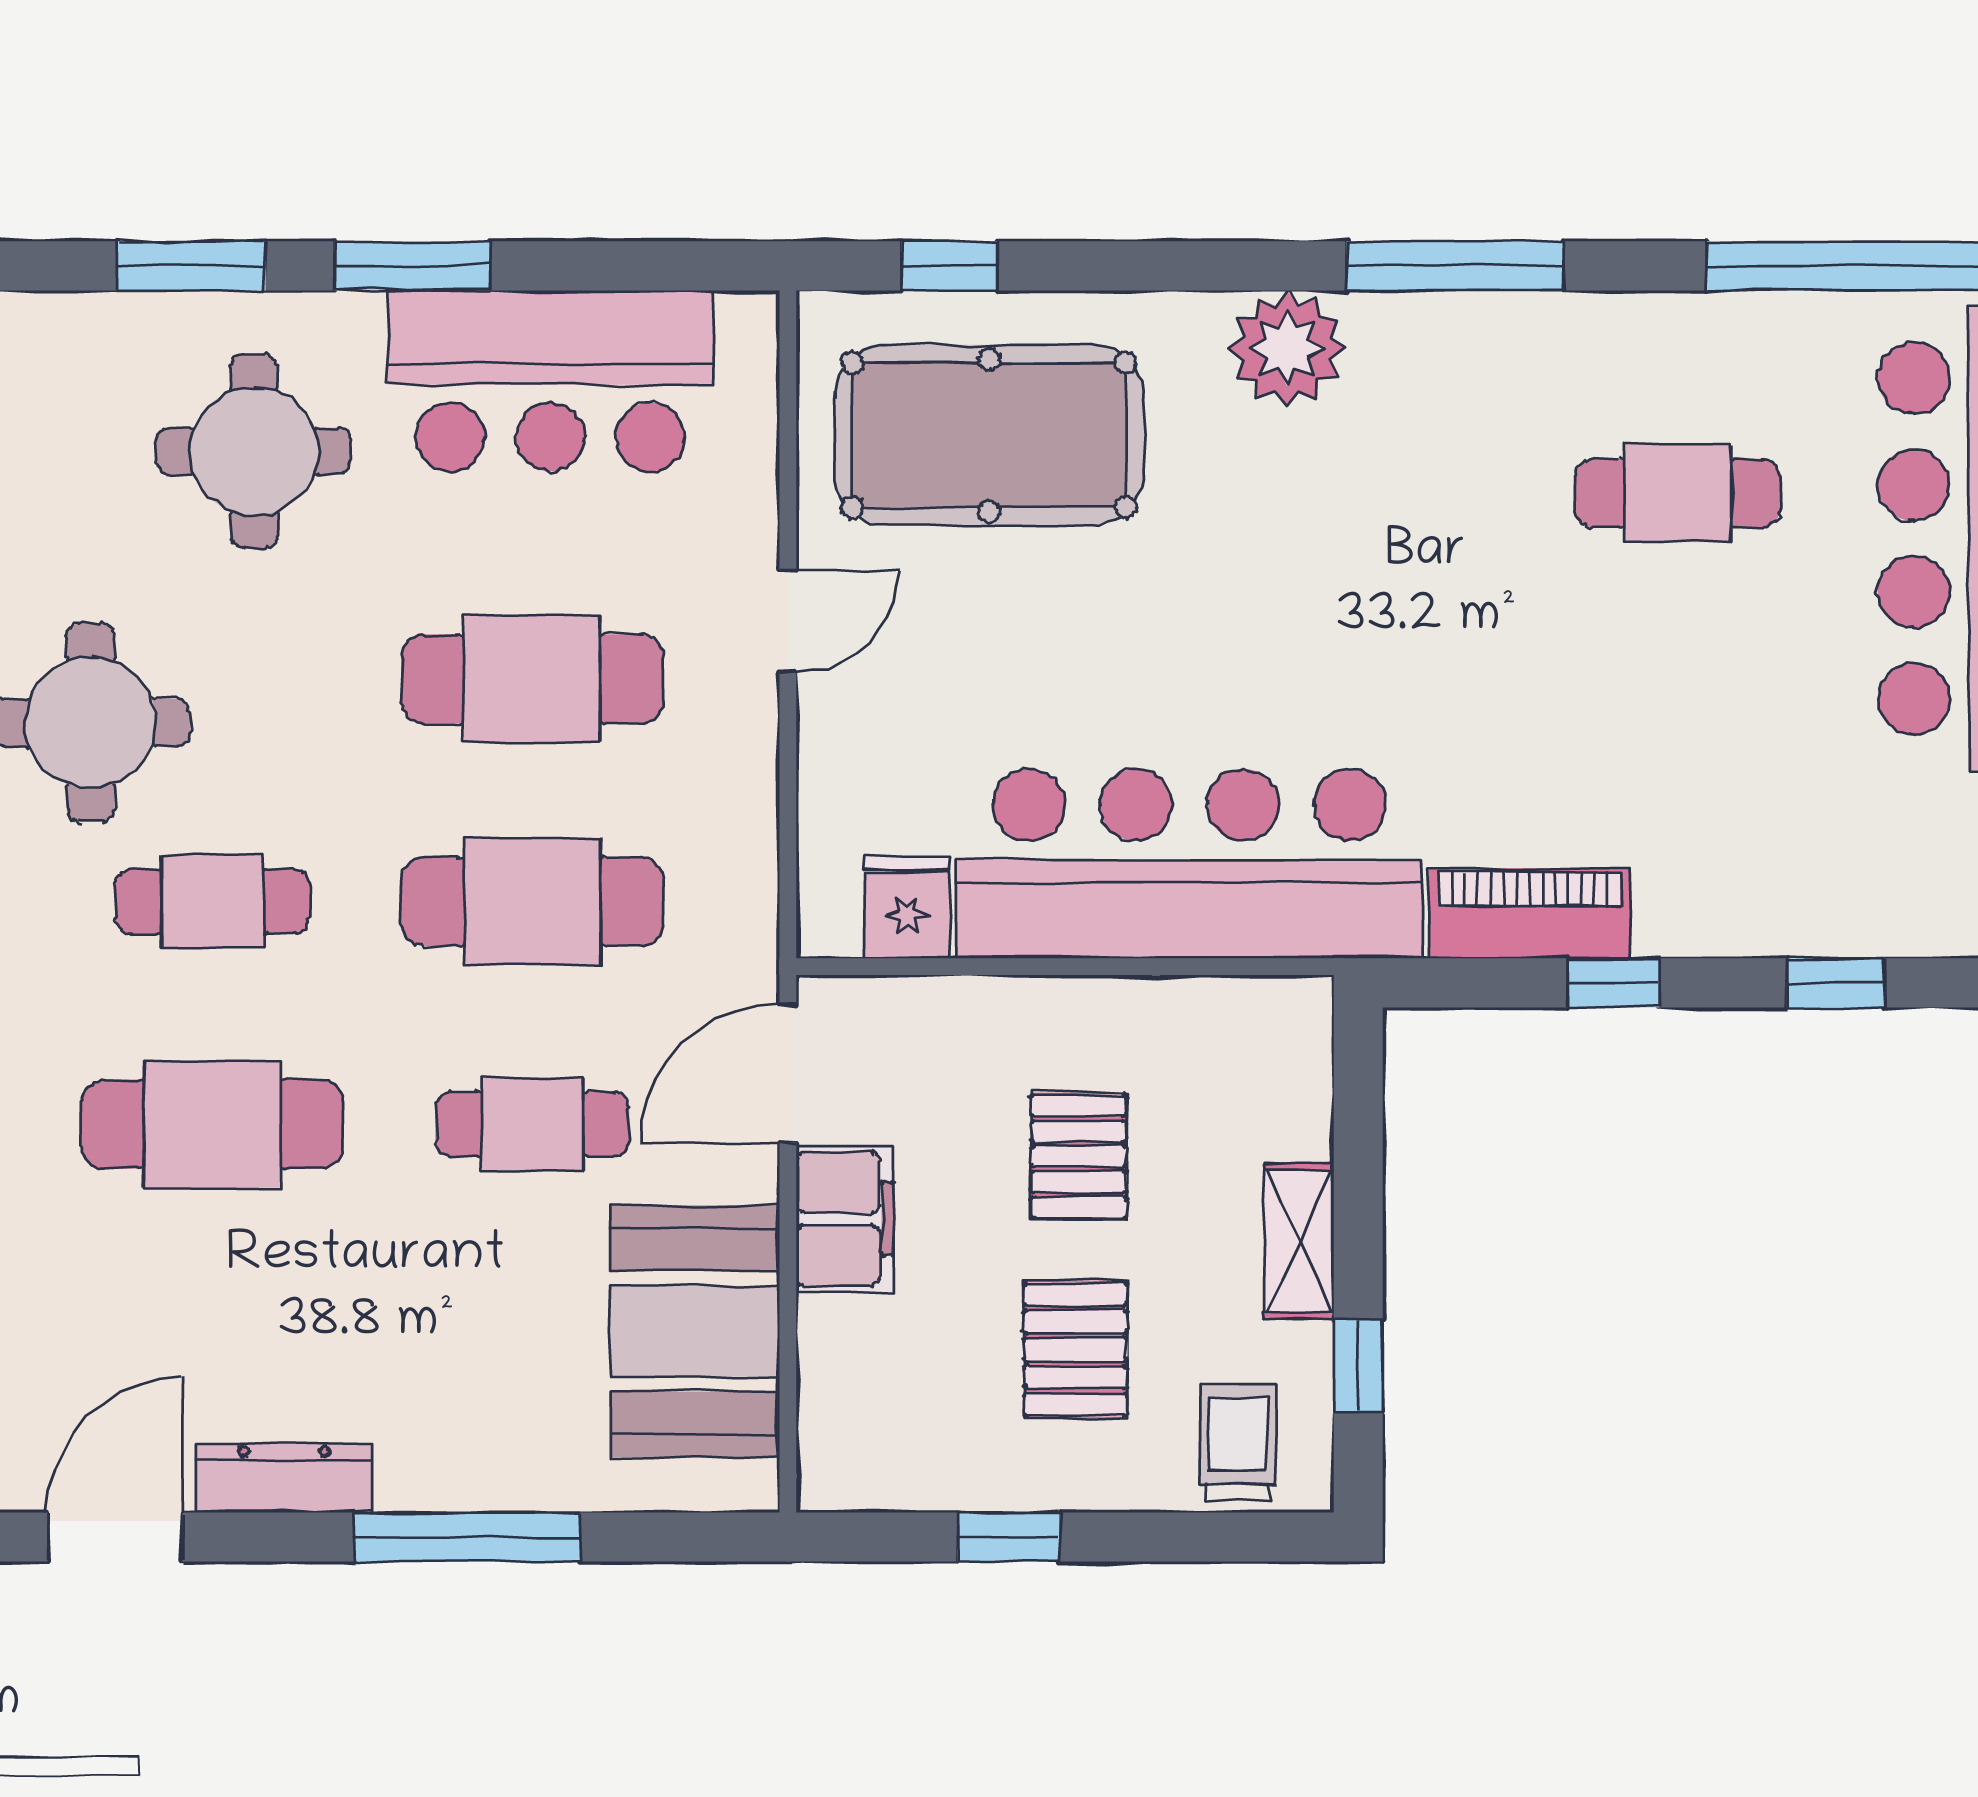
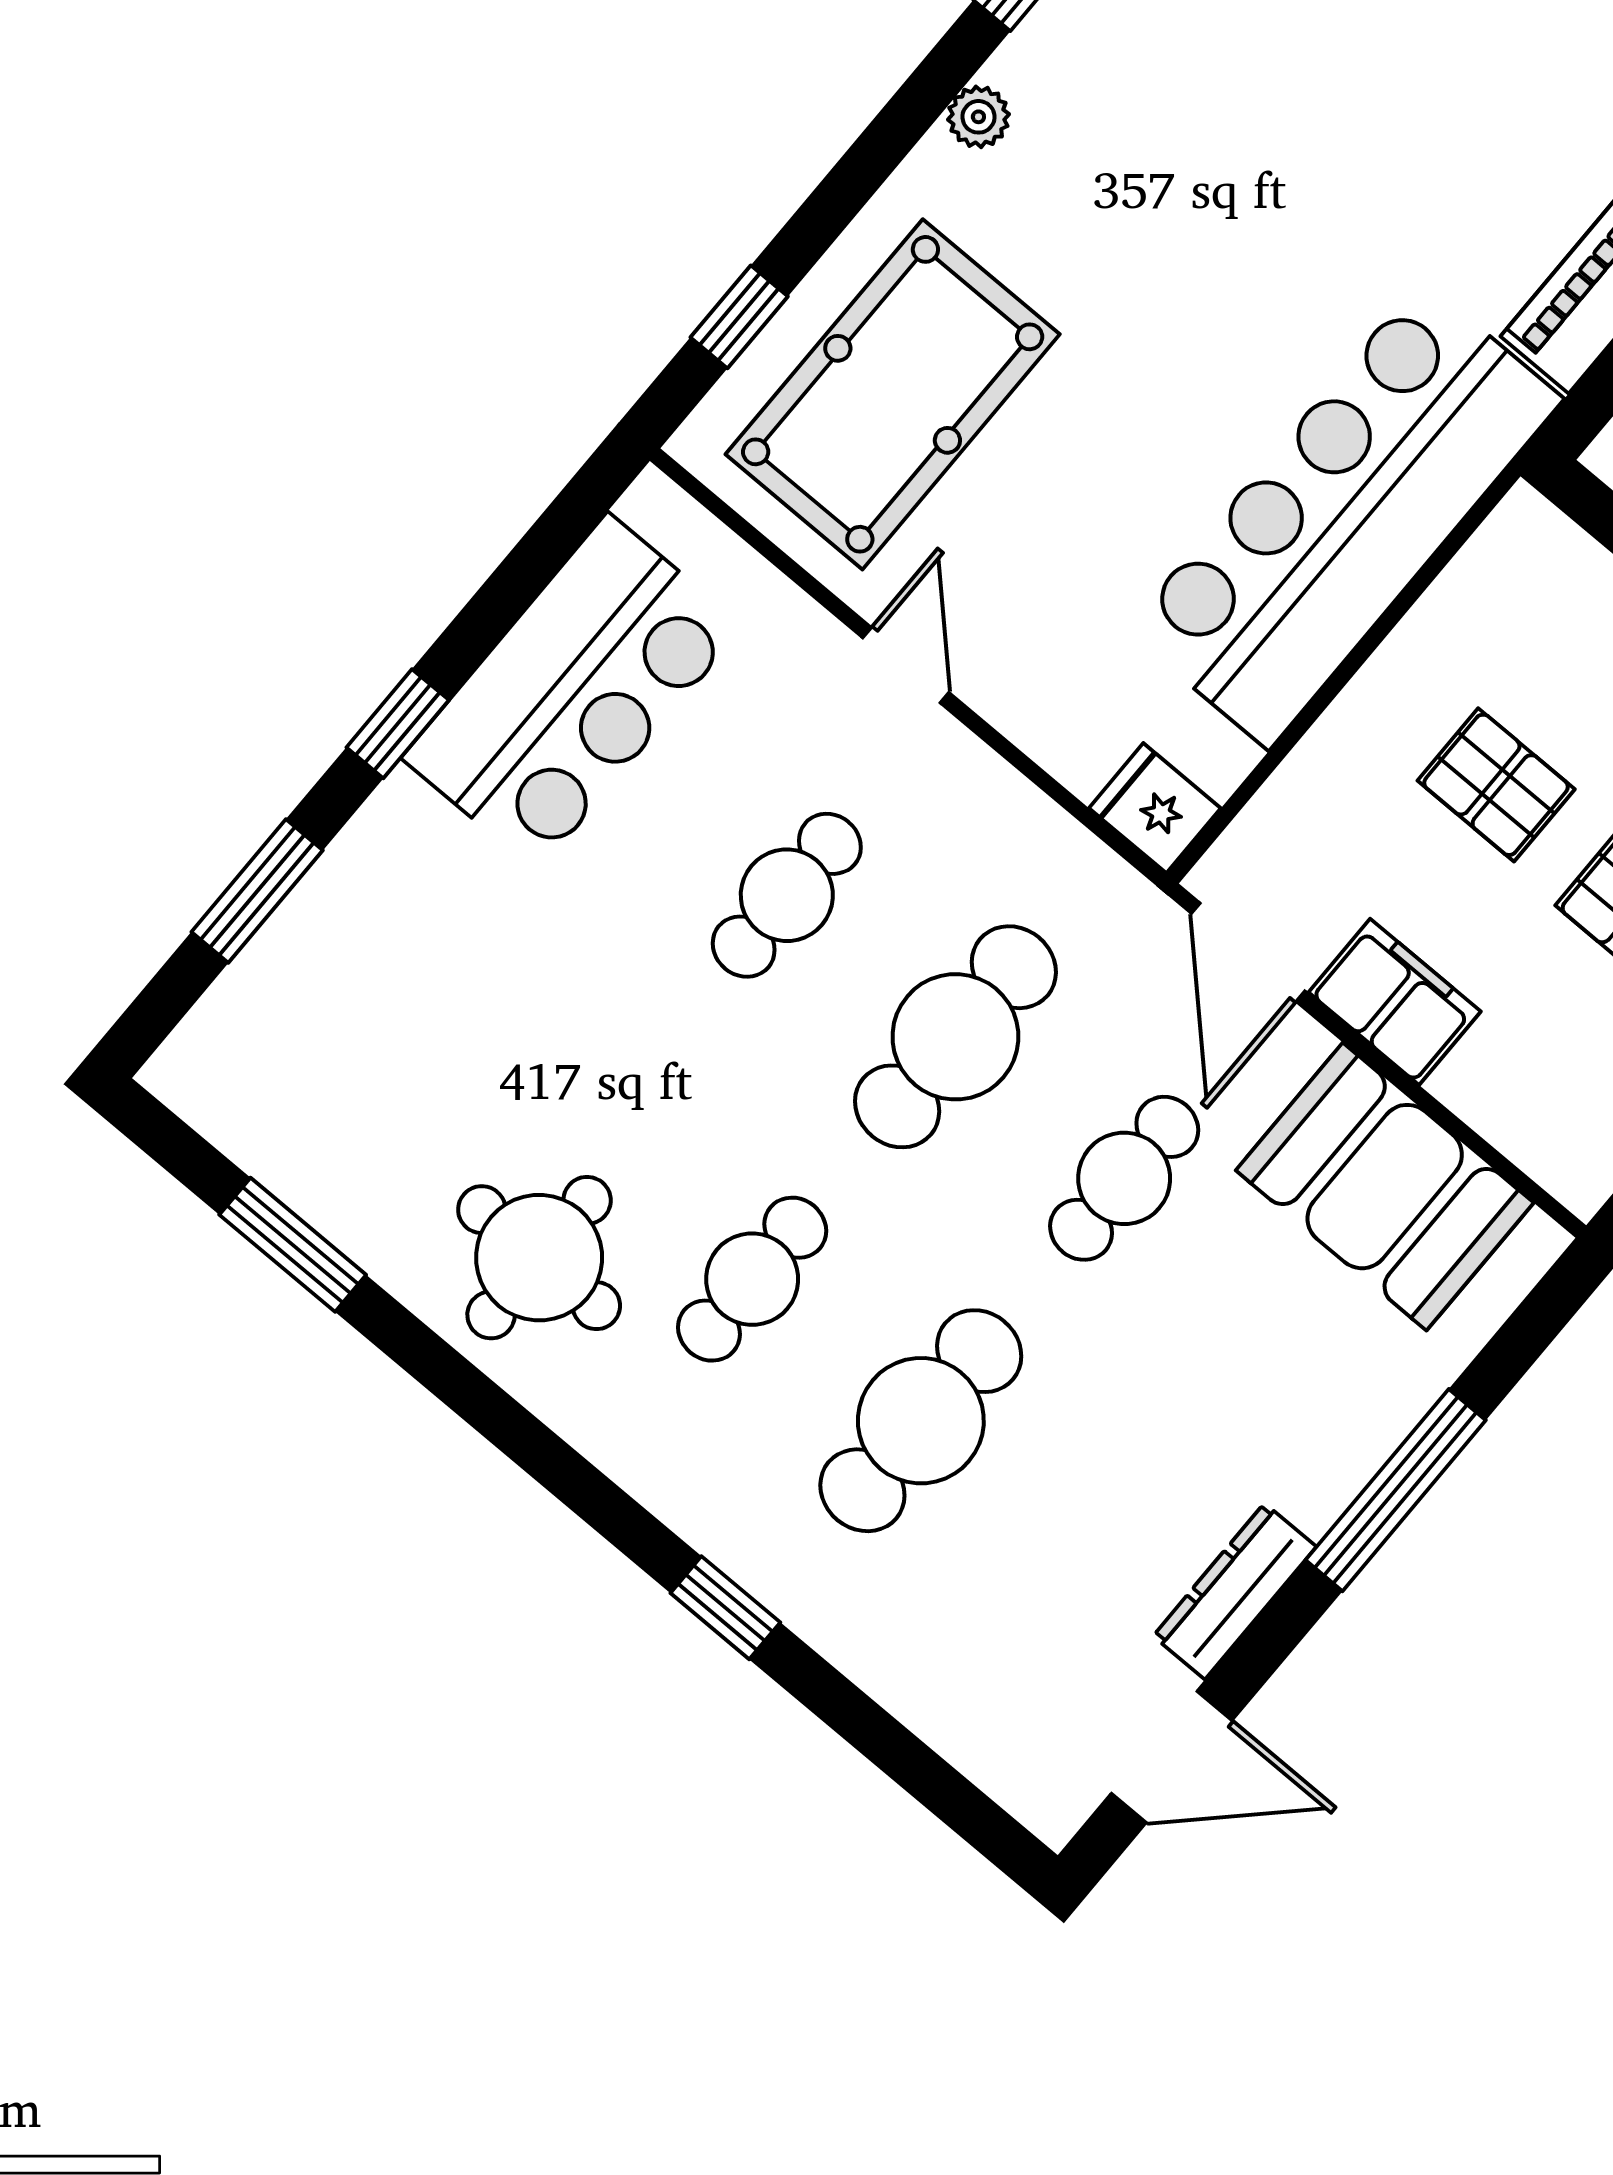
window: (412, 266) -> (398, 724), width x0.67
plant: (1287, 348) -> (978, 117), width x0.53, depth x0.53
round table: (254, 451) -> (437, 962), removed
cafe table: (532, 679) -> (787, 895), width x0.73, depth x0.74
fridge: (907, 907) -> (1155, 808), moved
door: (115, 1537) -> (1172, 1757), swing flipped

